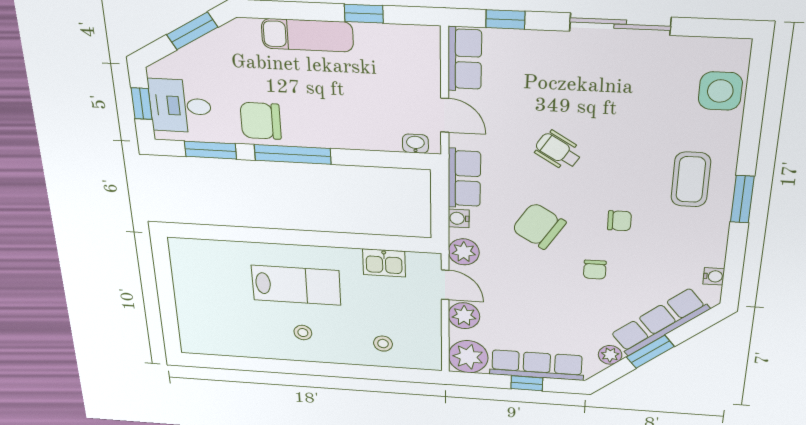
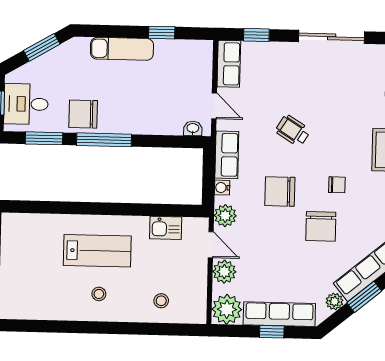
chair: (539, 226) -> (280, 191), turned -32
chair: (595, 270) -> (321, 226), width x1.87, depth x1.87

